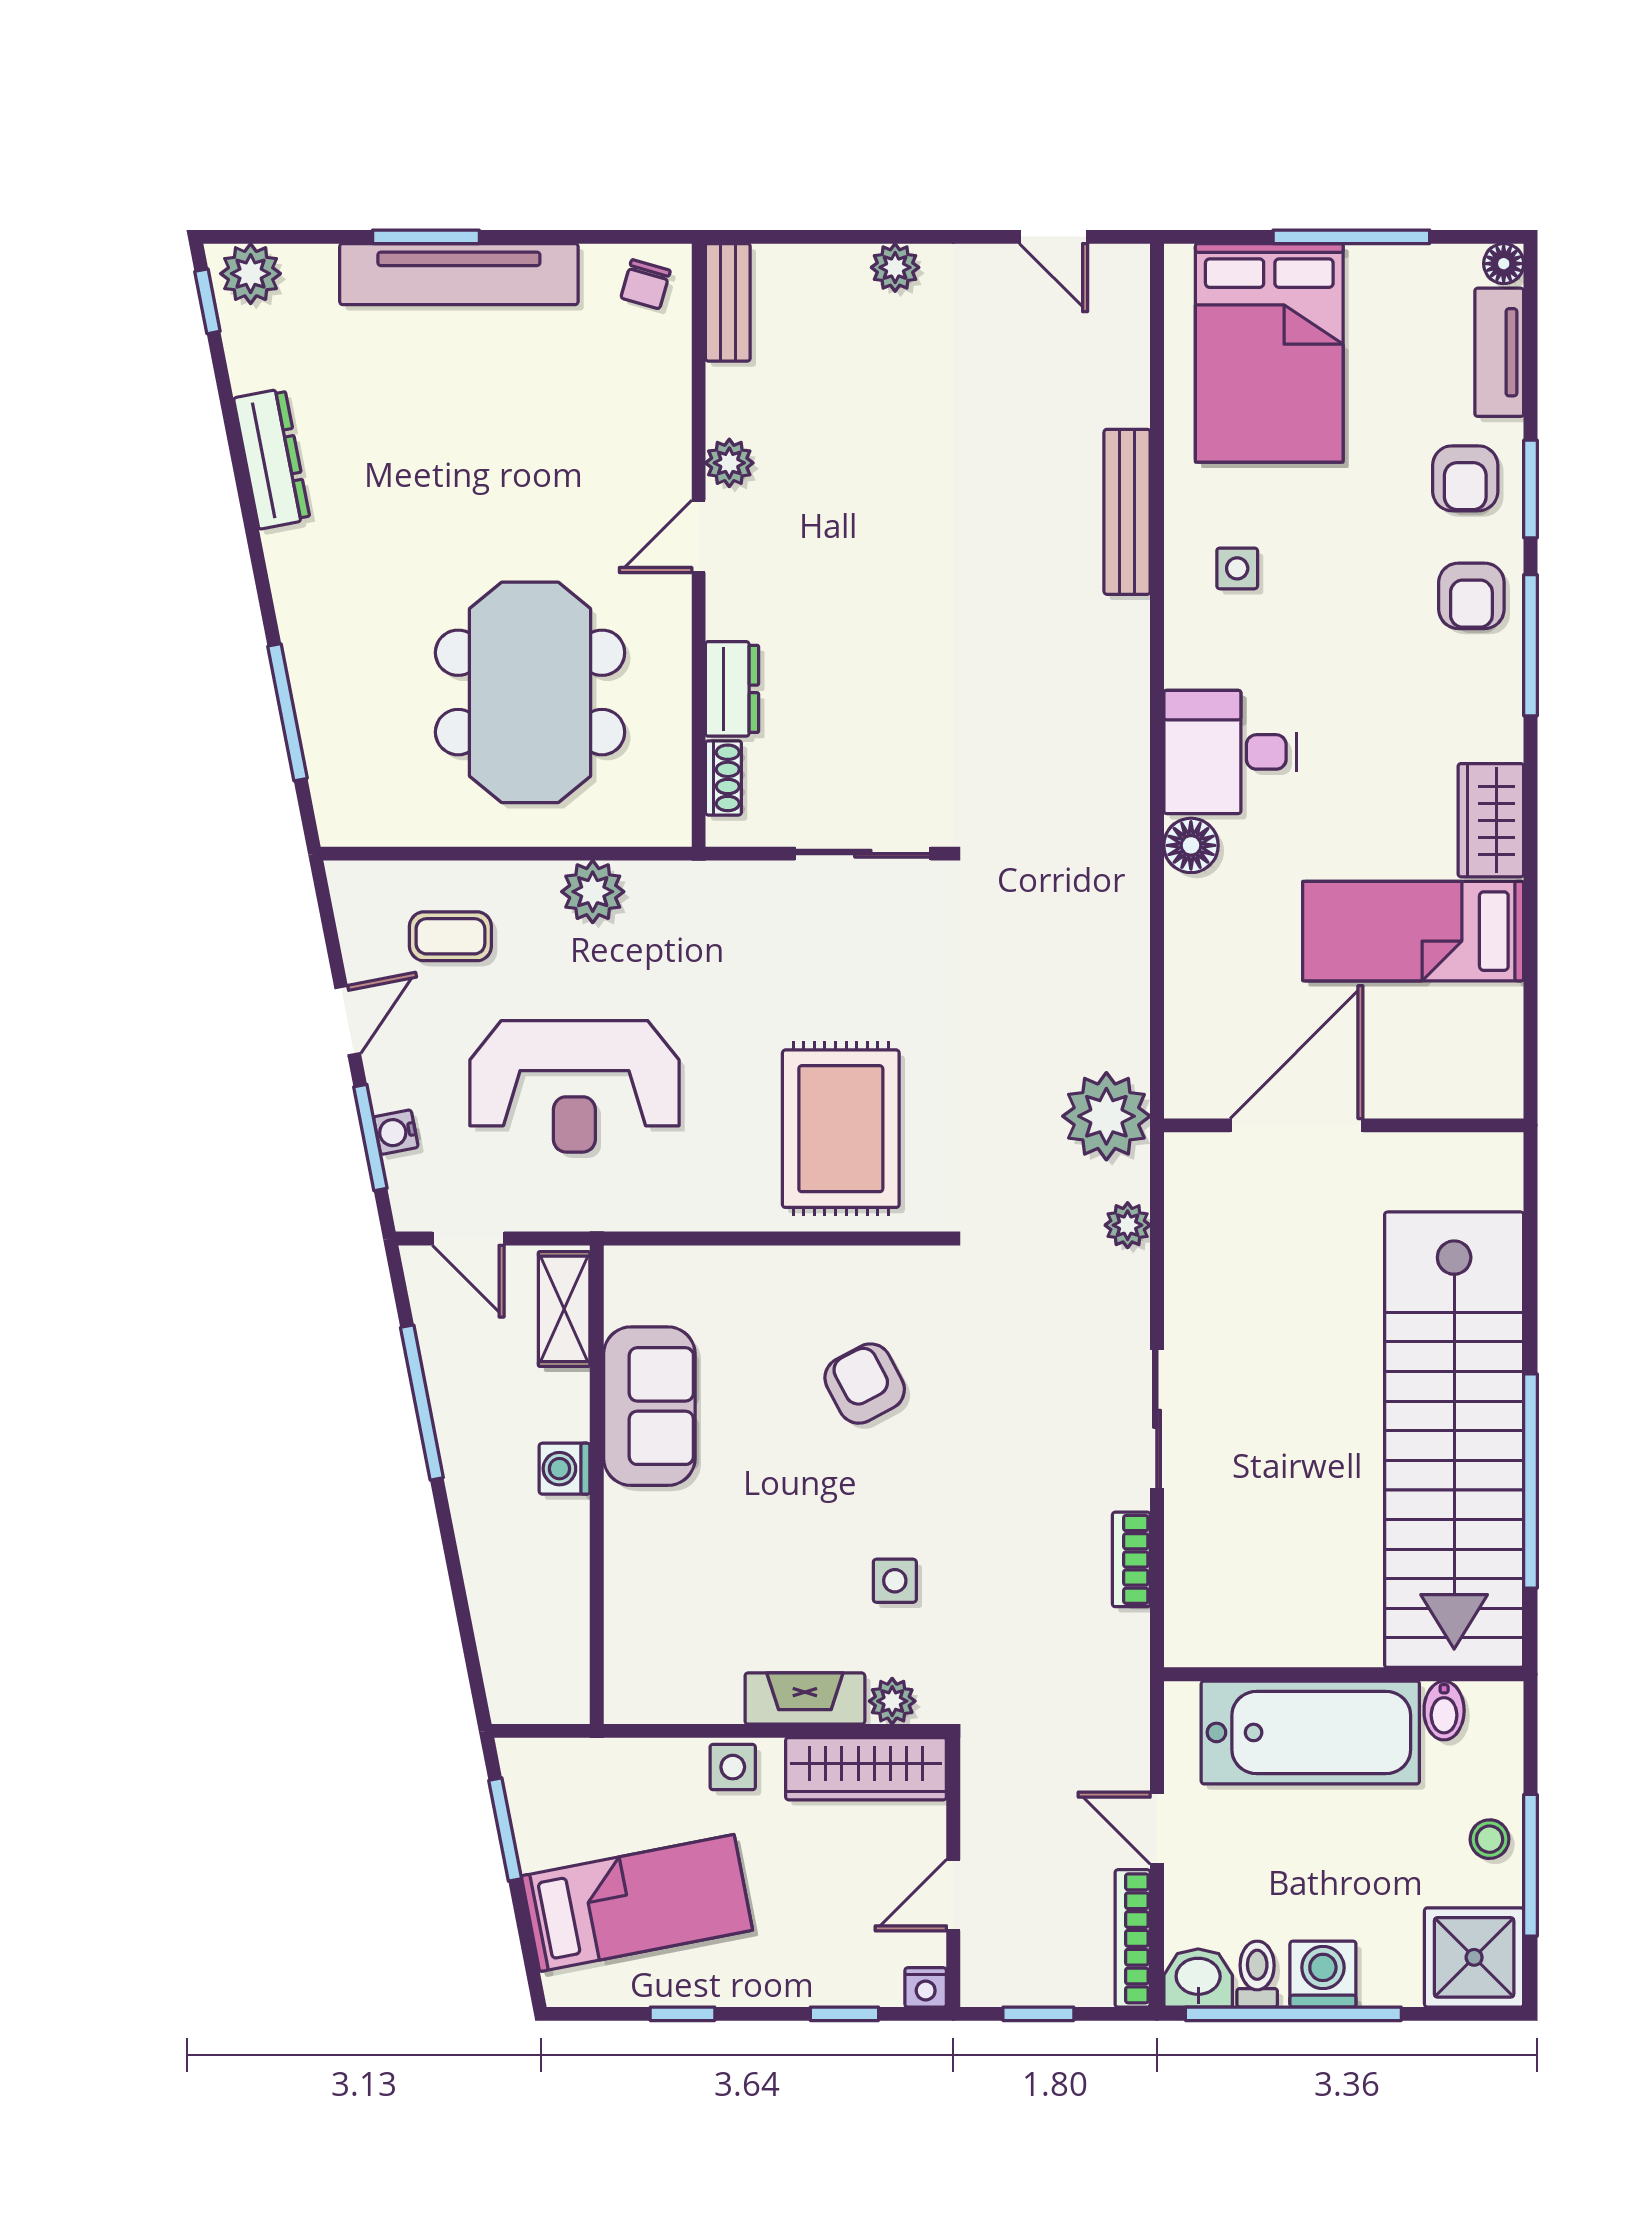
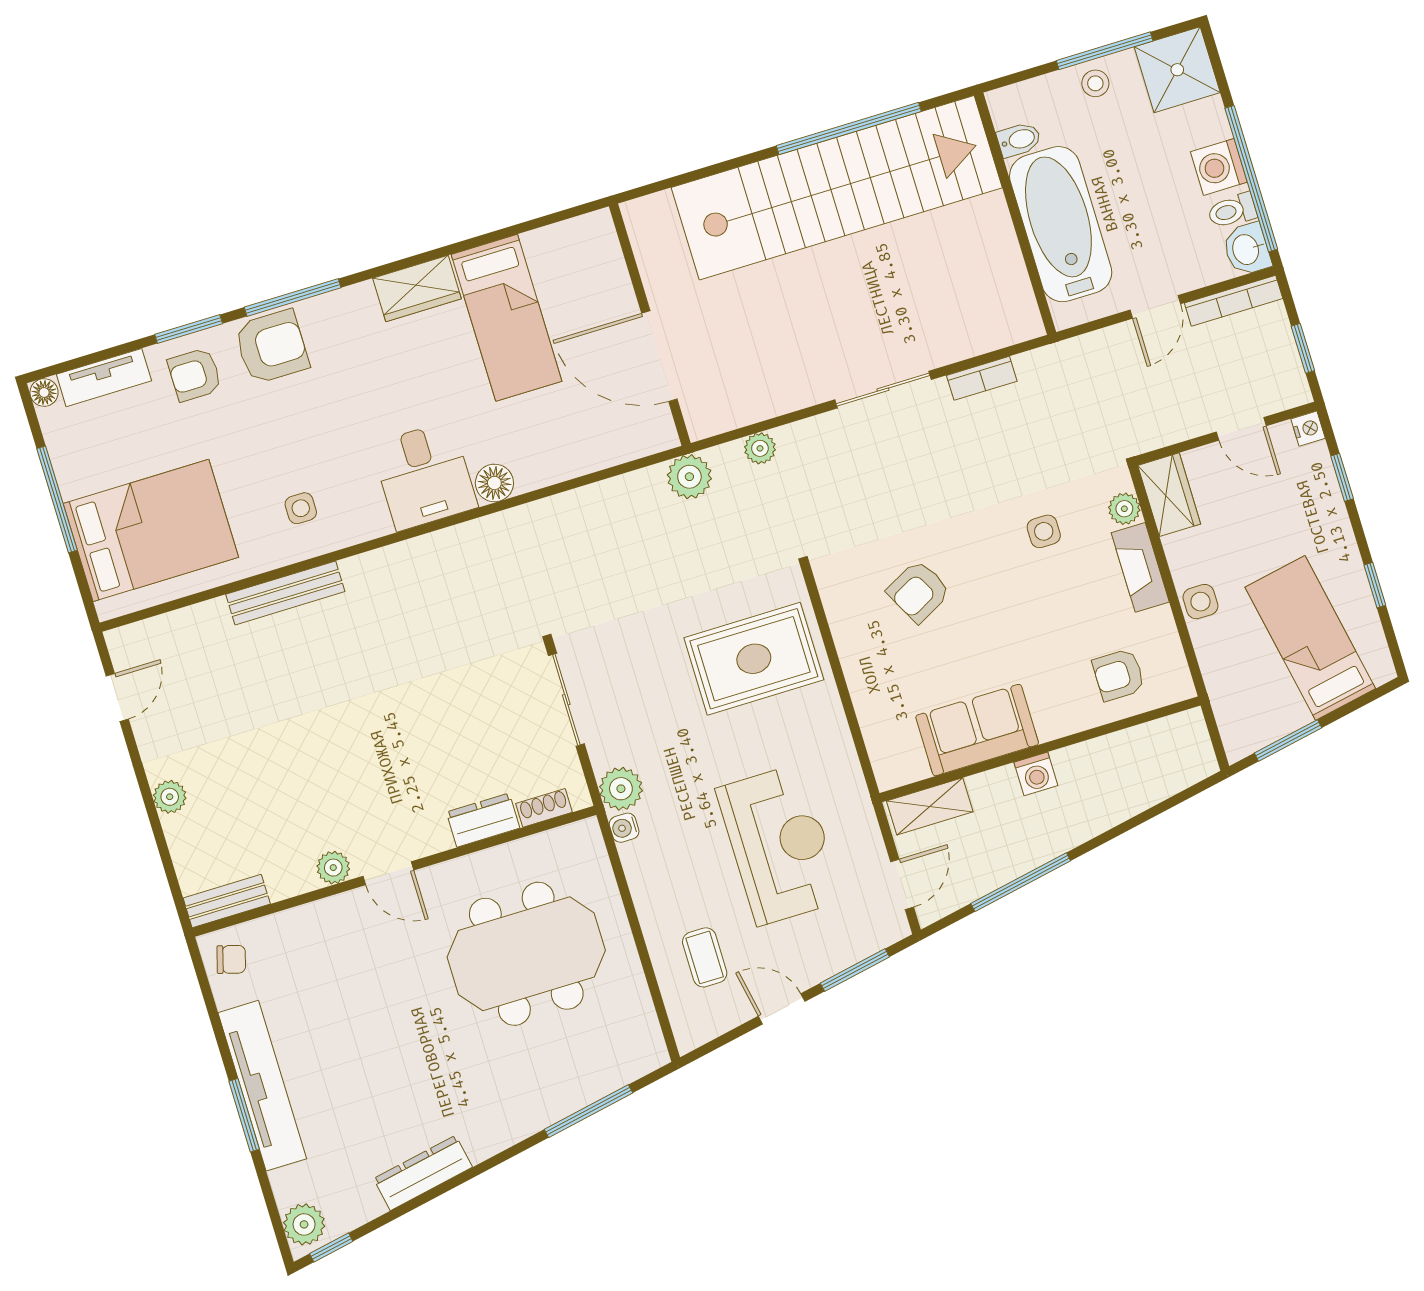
armchair: (1465, 478) -> (195, 375), turned 180
armchair: (1471, 596) -> (272, 347), width x1.38, depth x1.38
plant: (593, 892) -> (621, 789), moved
plant: (1106, 1116) -> (689, 477), width x0.73, depth x0.73
water cooler: (396, 1132) -> (624, 828), moved, turned 101
armchair: (666, 1624) -> (1119, 675), added
wardrobe: (866, 1769) -> (1169, 495), width x0.67

